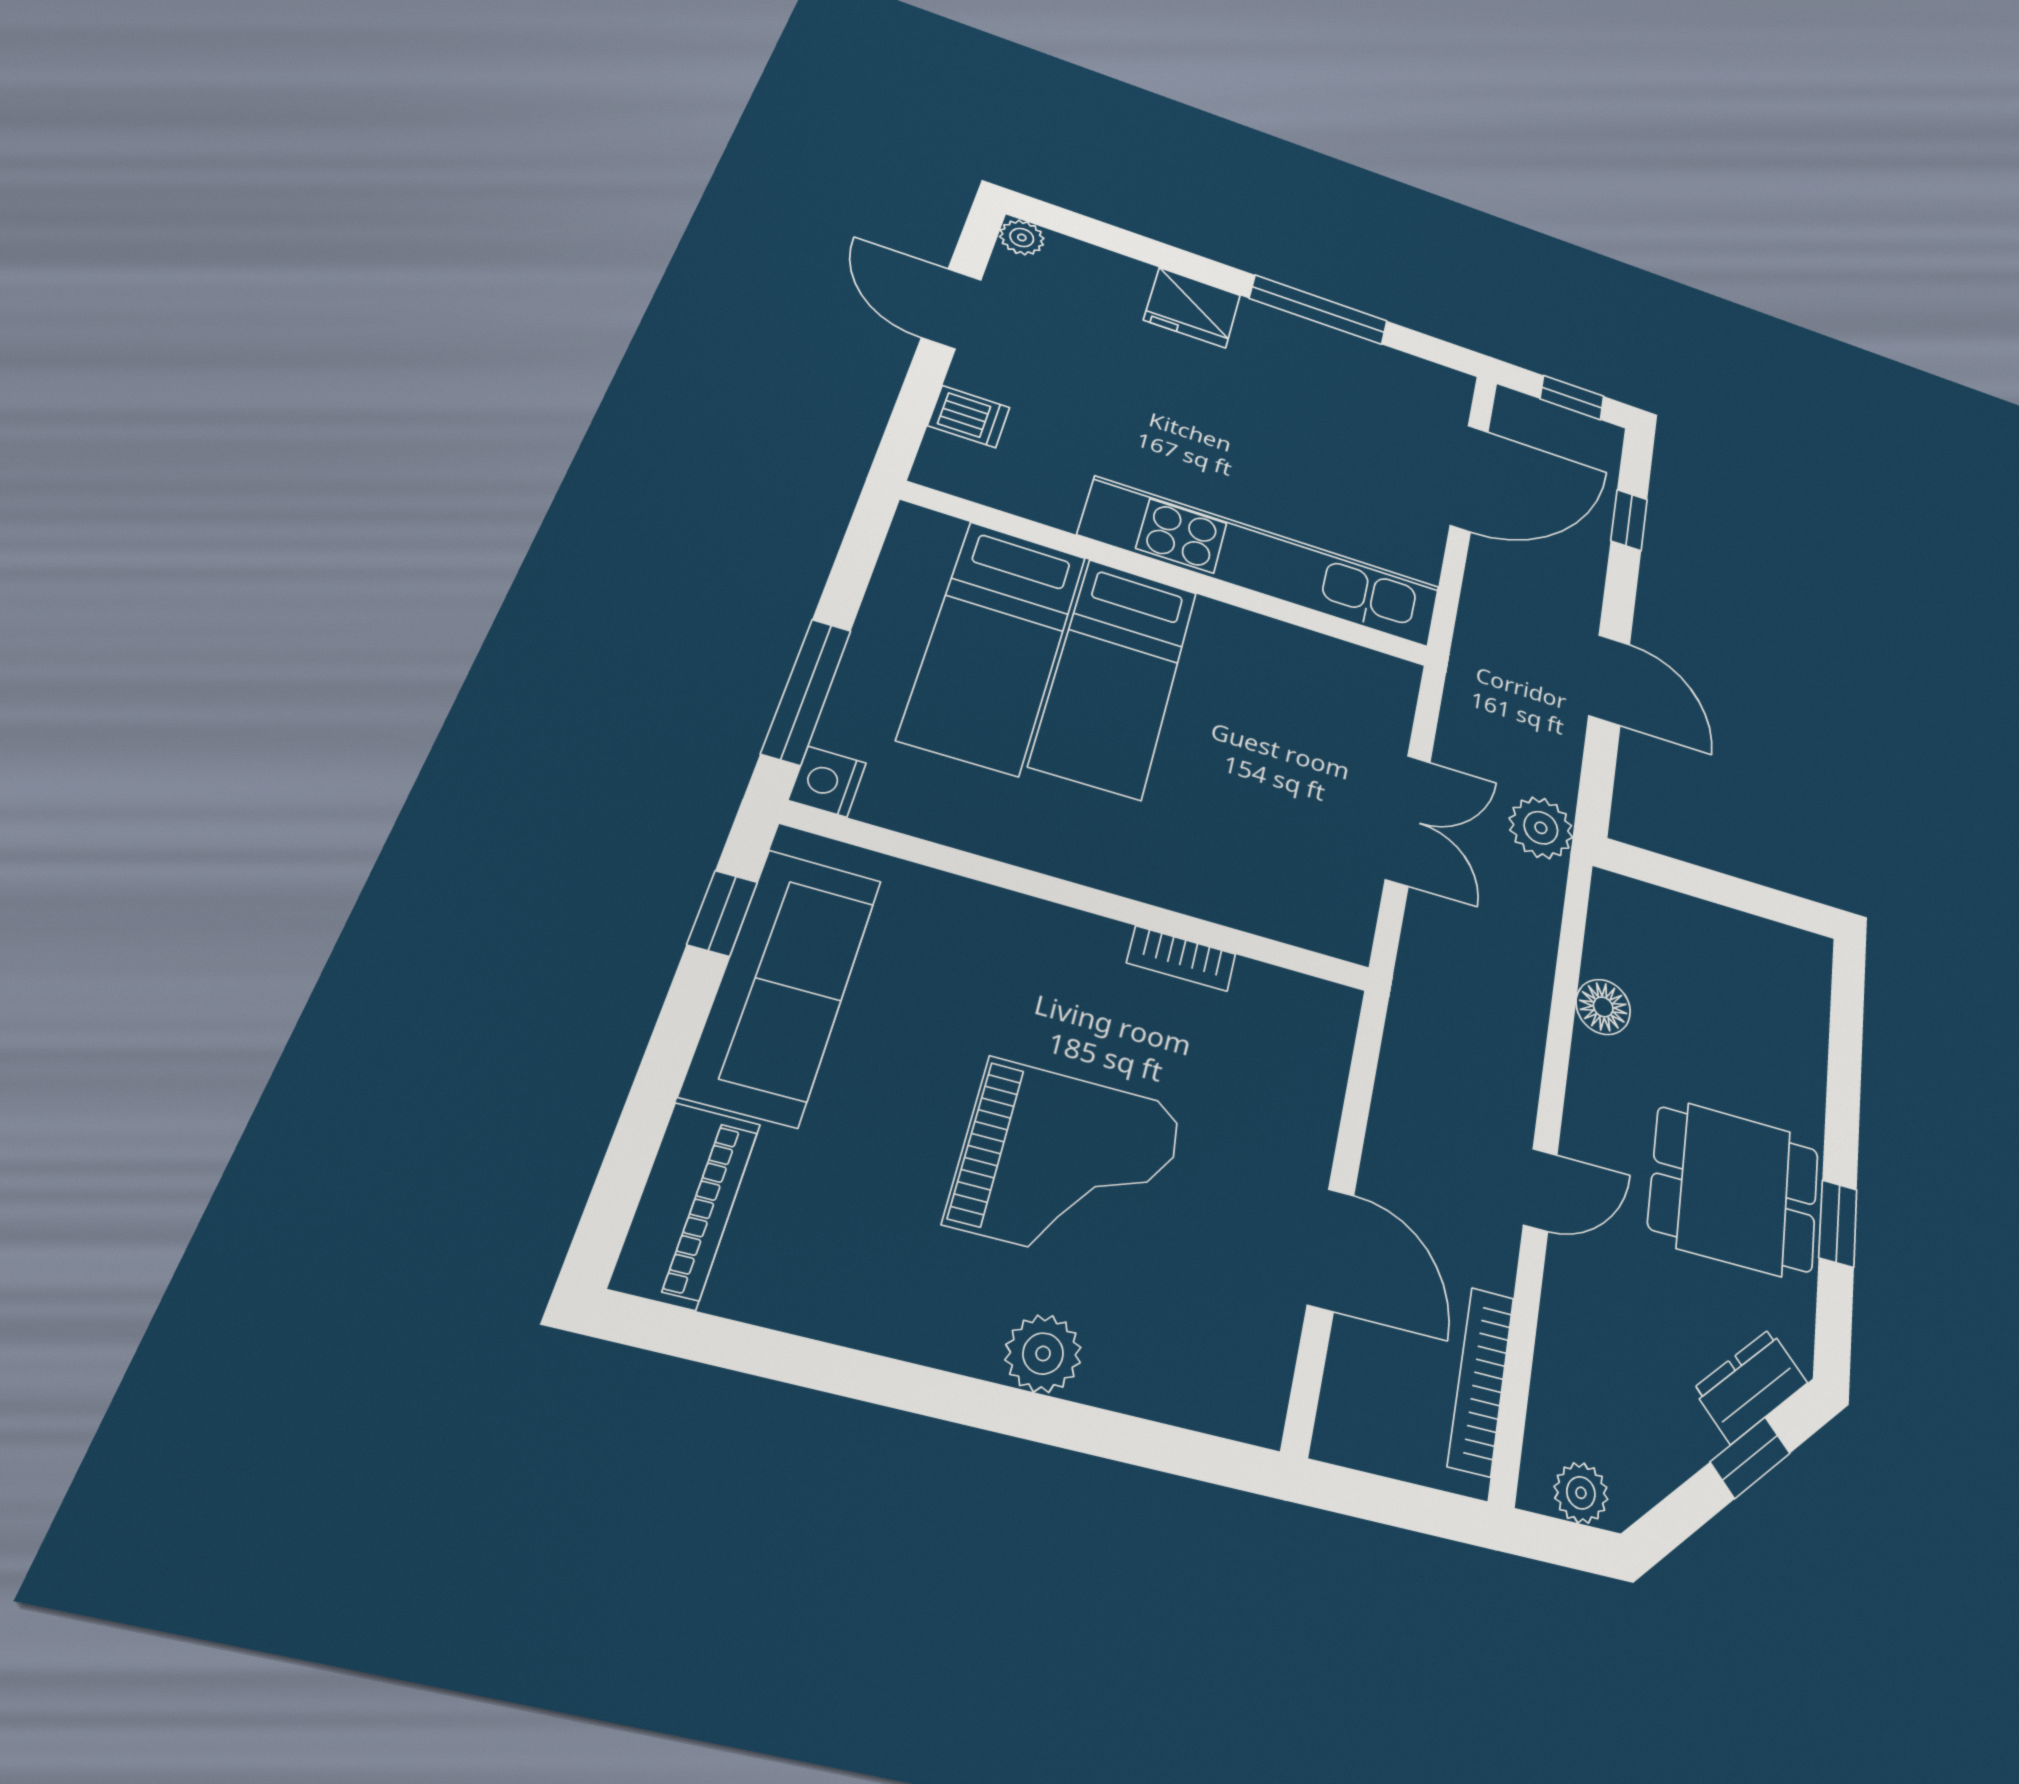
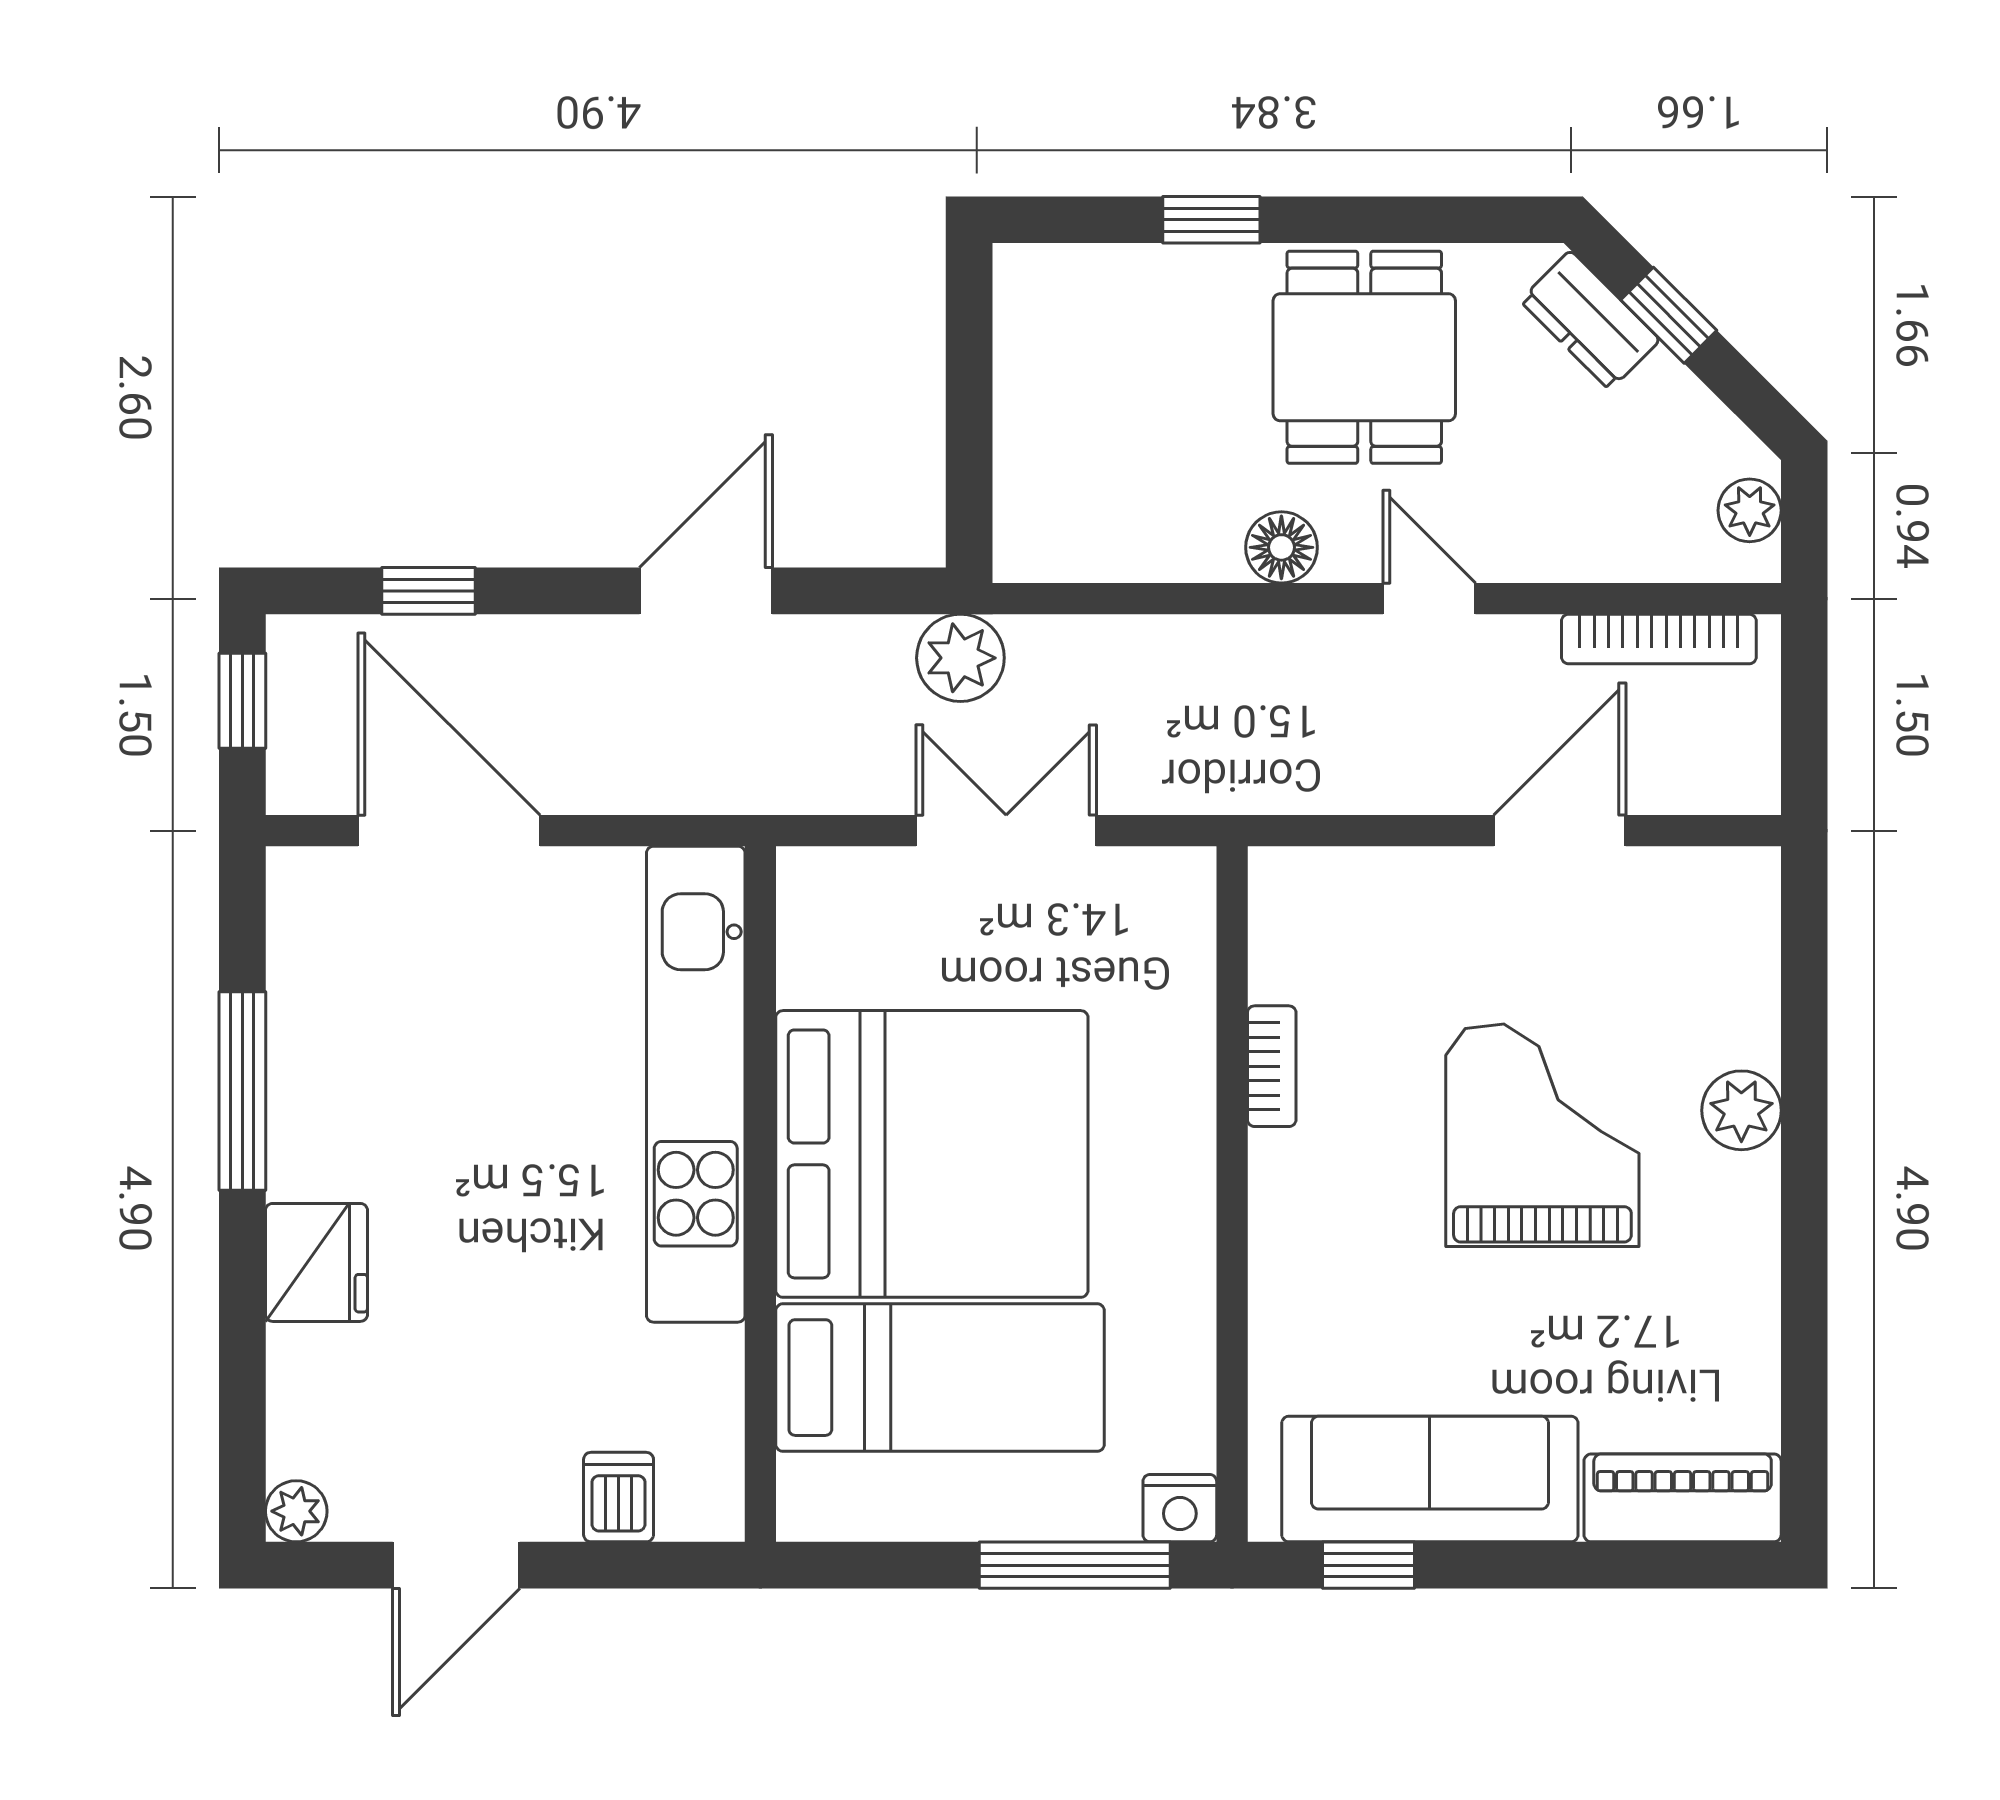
bed: (1115, 677) -> (932, 1154), width x2.04
floor lamp: (1603, 1007) -> (1281, 547), moved
window: (1838, 1223) -> (1211, 220), moved

